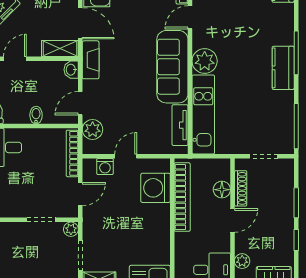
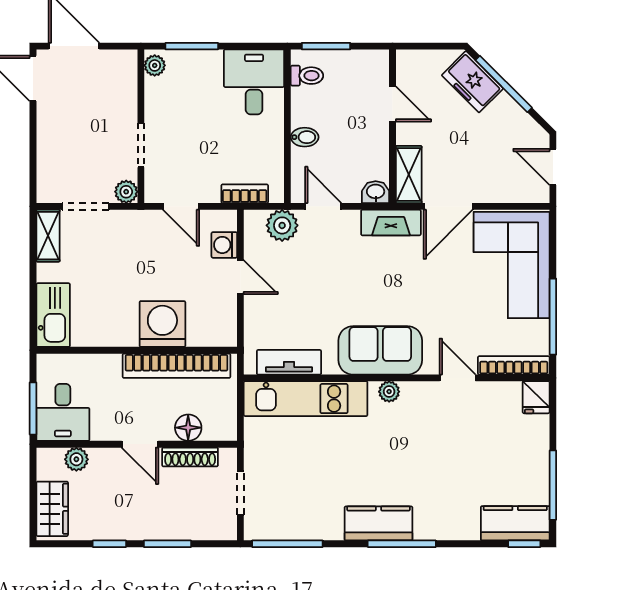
plant: (205, 61) -> (389, 392), width x0.53, depth x0.53
sofa: (172, 67) -> (380, 350), width x0.73
bookcase: (72, 153) -> (245, 194), width x0.64
washing machine: (156, 188) -> (162, 324), moved

